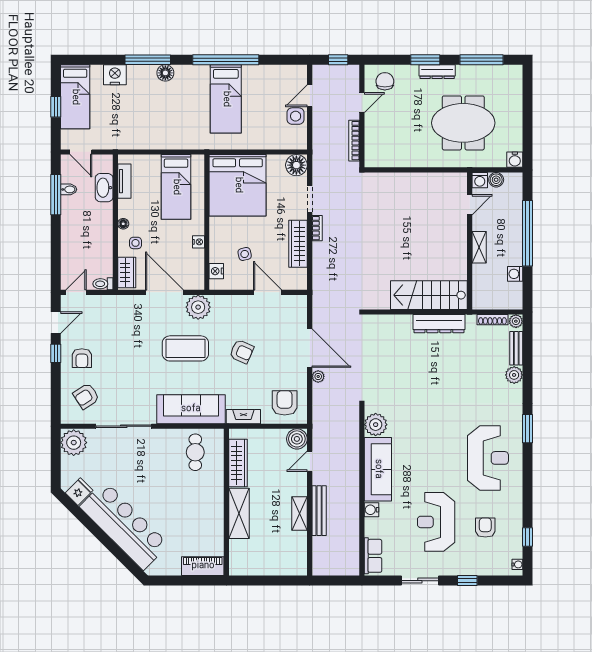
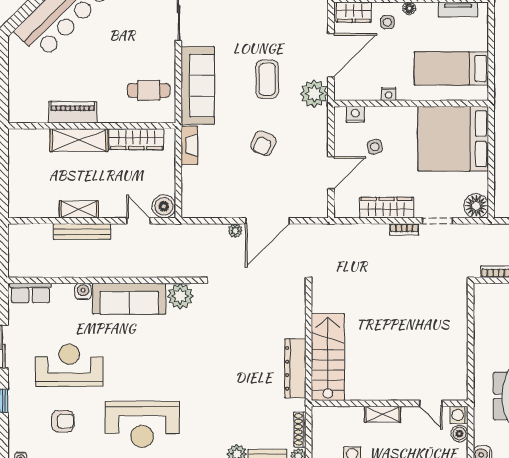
coffee table: (185, 348) -> (267, 79), width x0.73, depth x0.76
armchair: (285, 403) -> (205, 192), removed
piano: (203, 566) -> (73, 112), moved, turned -90

